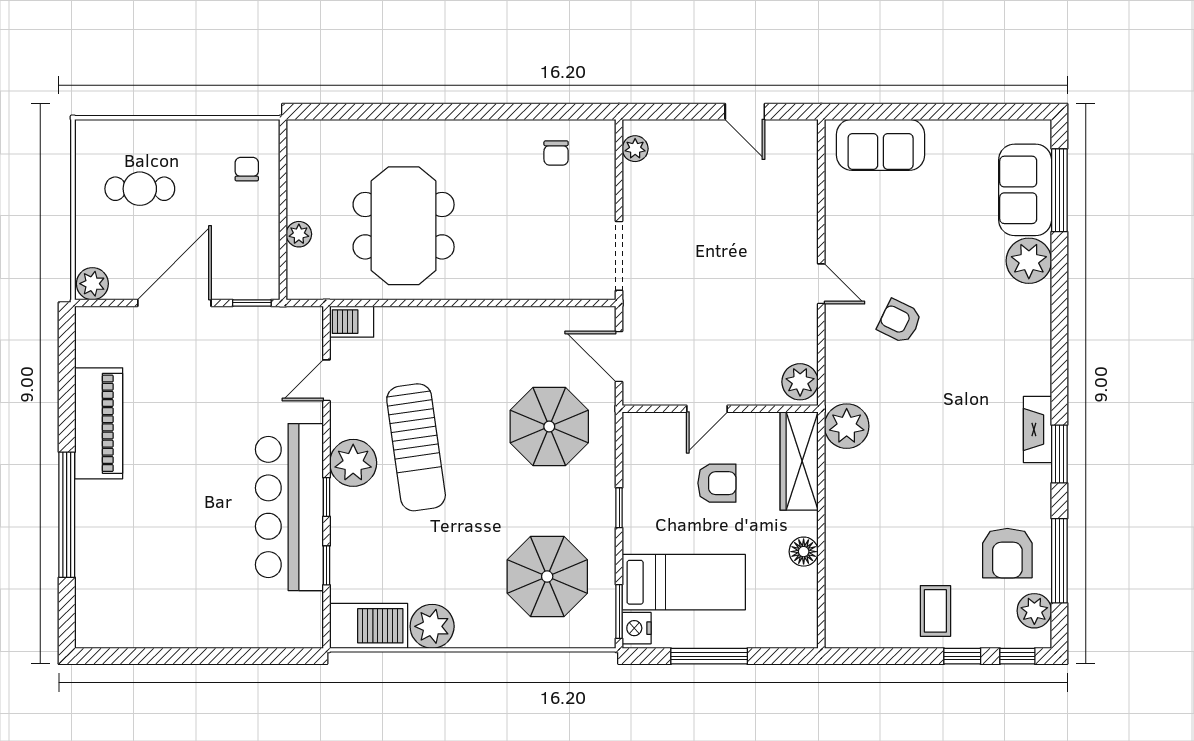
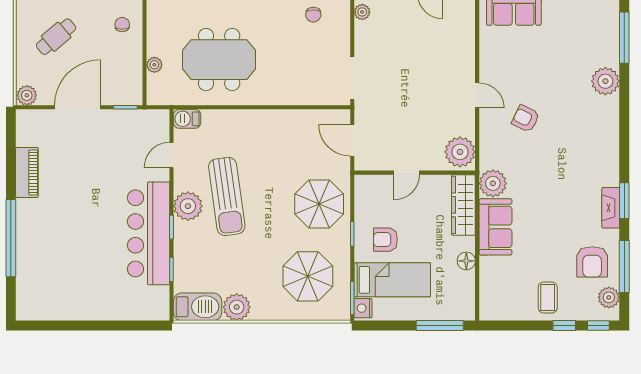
cafe table: (140, 189) -> (56, 37), turned -40
sofa: (1025, 190) -> (495, 227), moved, turned 180
meeting table: (404, 226) -> (219, 60), turned 90
plant: (800, 382) -> (460, 152), width x1.36, depth x1.36
piano: (99, 423) -> (27, 172), width x0.73, depth x0.75
parasol: (549, 427) -> (319, 204), moved
fireplace: (1037, 429) -> (611, 208), moved
armchair: (717, 483) -> (385, 240), moved, turned 180
window: (709, 656) -> (440, 325), moved

